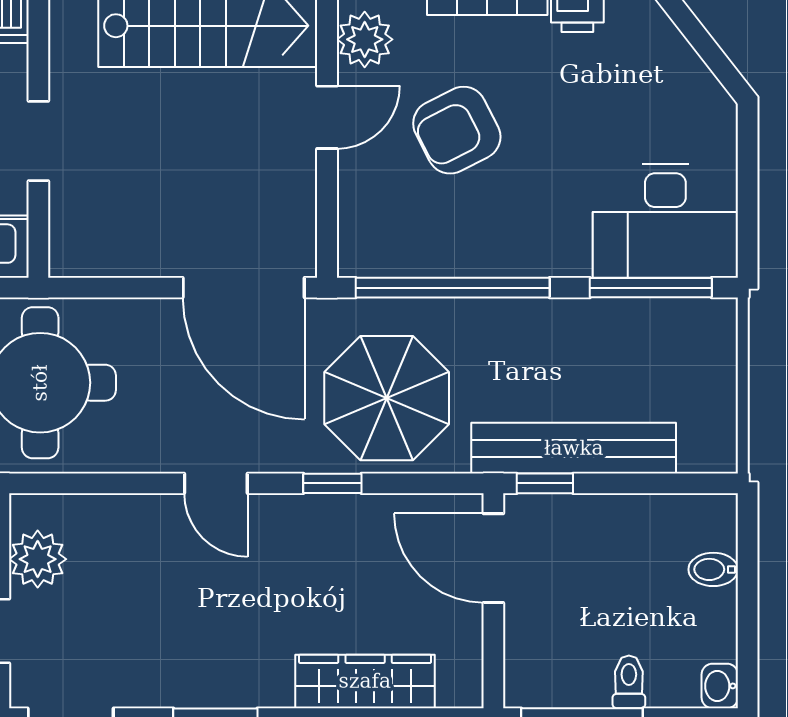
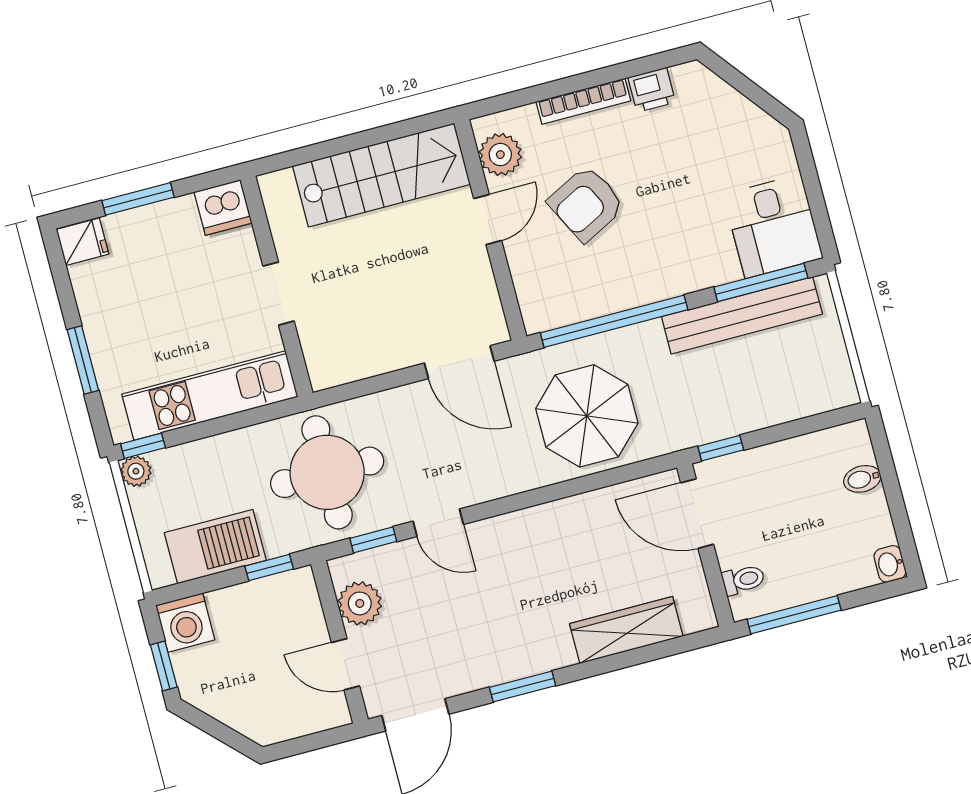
desk: (665, 221) -> (773, 226), width x0.73
door: (244, 288) -> (459, 362), width x0.73
bench: (574, 448) -> (742, 315), moved
door: (216, 483) -> (438, 523), moved
window: (332, 483) -> (373, 540), moved
toilet: (629, 682) -> (743, 580), moved, turned 90

